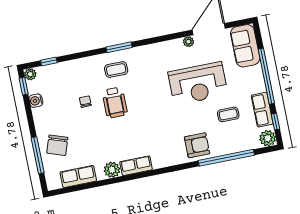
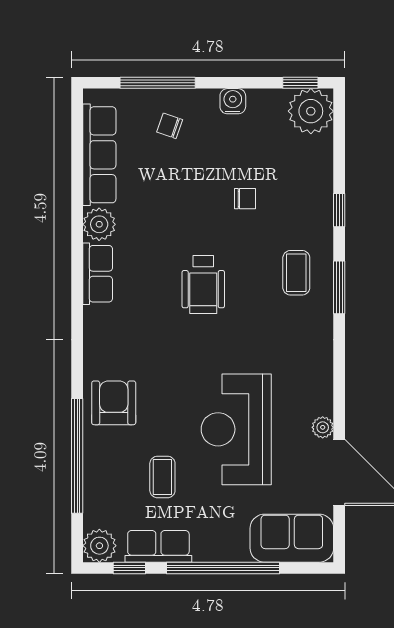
window: (49, 61) -> (339, 210), moved
plant: (30, 74) -> (311, 111), width x1.88, depth x1.88
water cooler: (36, 101) -> (233, 101), moved
wheelchair: (115, 103) -> (203, 284), moved, turned -90
chair: (57, 145) -> (170, 126), width x0.54, depth x0.54
armchair: (197, 145) -> (114, 403), turned 180
row of seats: (78, 176) -> (99, 155), width x1.48

